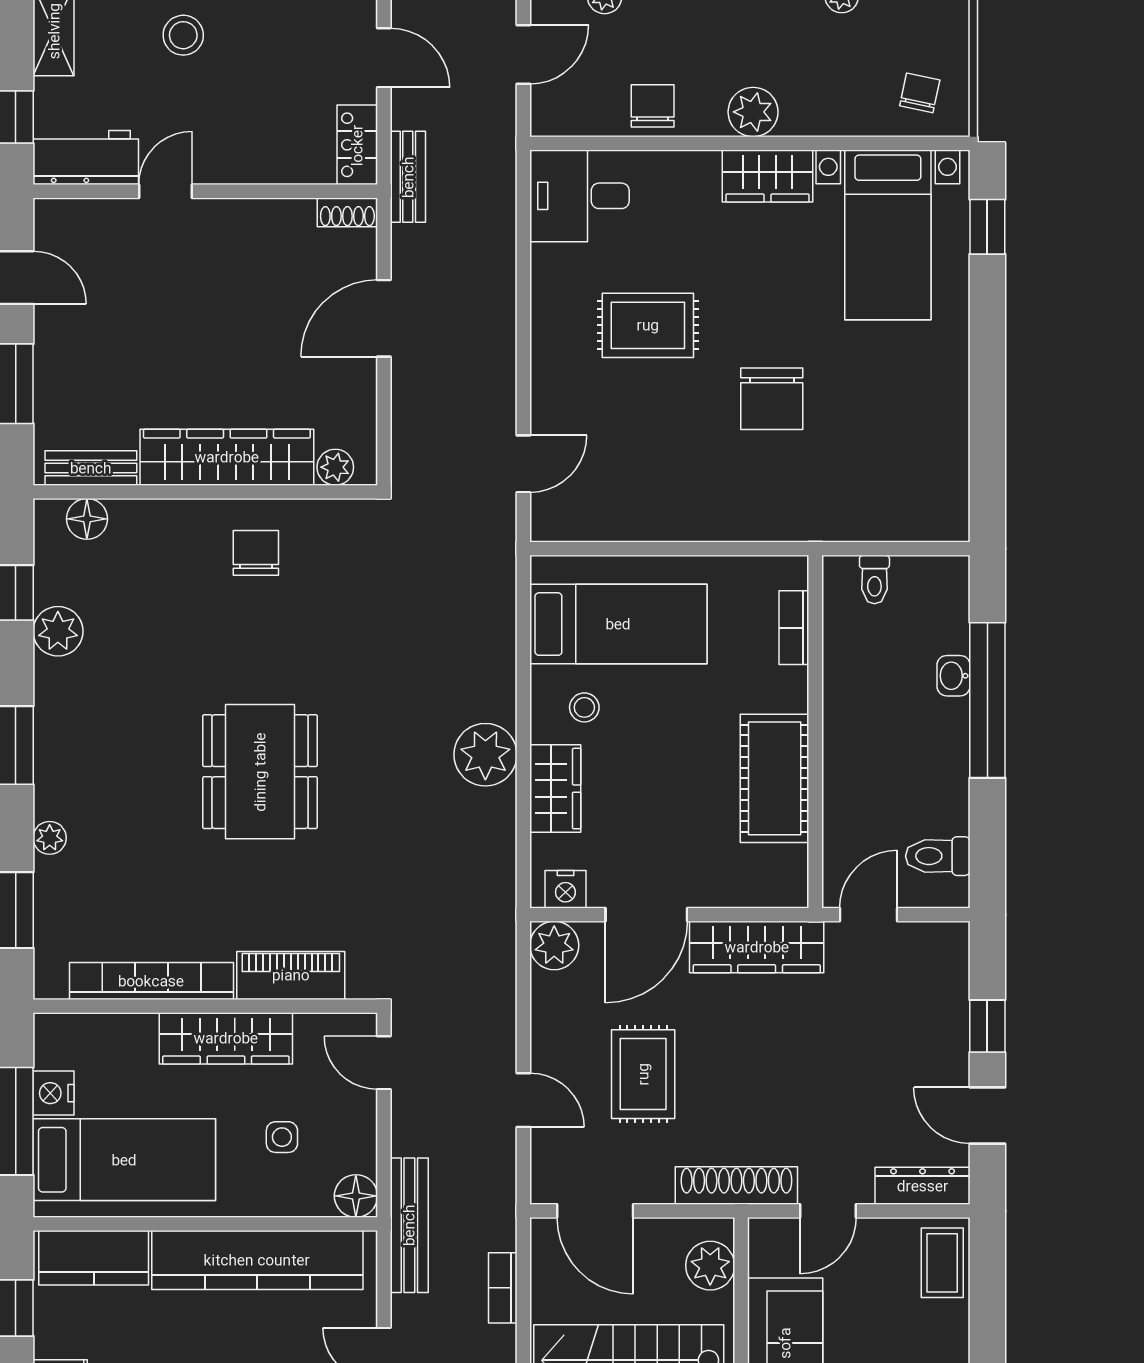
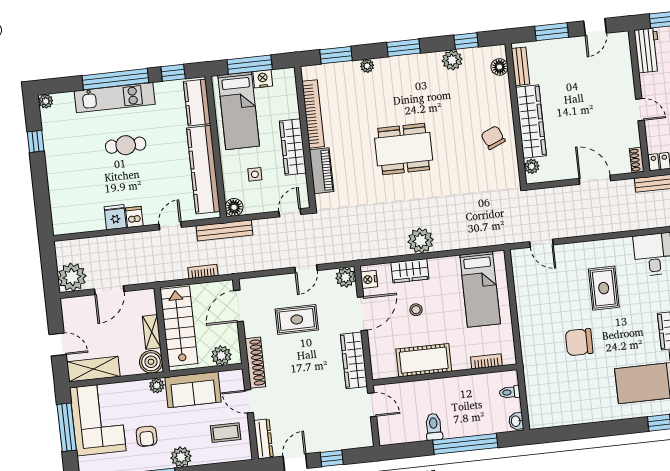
door: (165, 191) -> (640, 110), moved
chair: (256, 553) -> (493, 138), turned -113
washbasin: (954, 676) -> (516, 421), moved, turned -90
stool: (584, 707) -> (416, 310), moved
toilet: (938, 856) -> (434, 427), moved
door: (646, 915) -> (362, 314), swing flipped
door: (523, 1100) -> (306, 269), moved
coffee table: (942, 1263) -> (226, 433), moved

